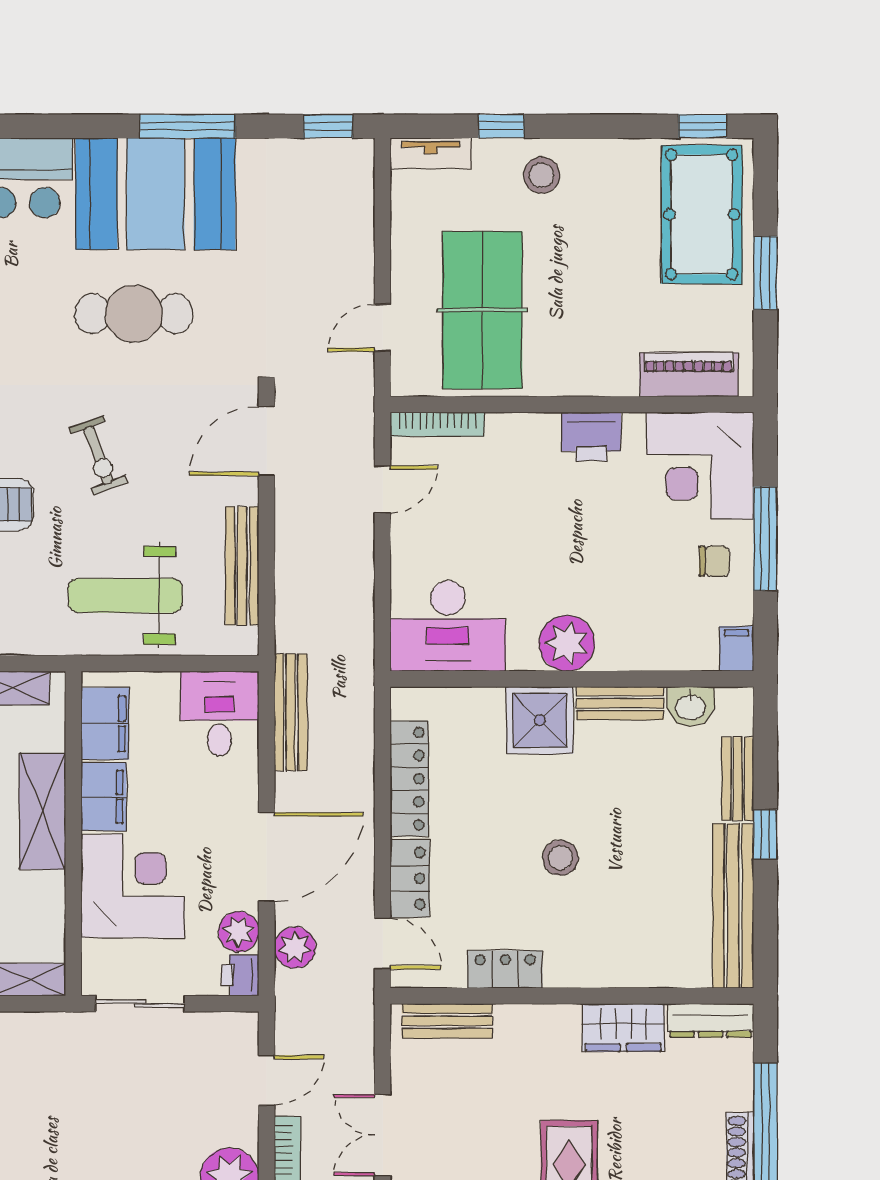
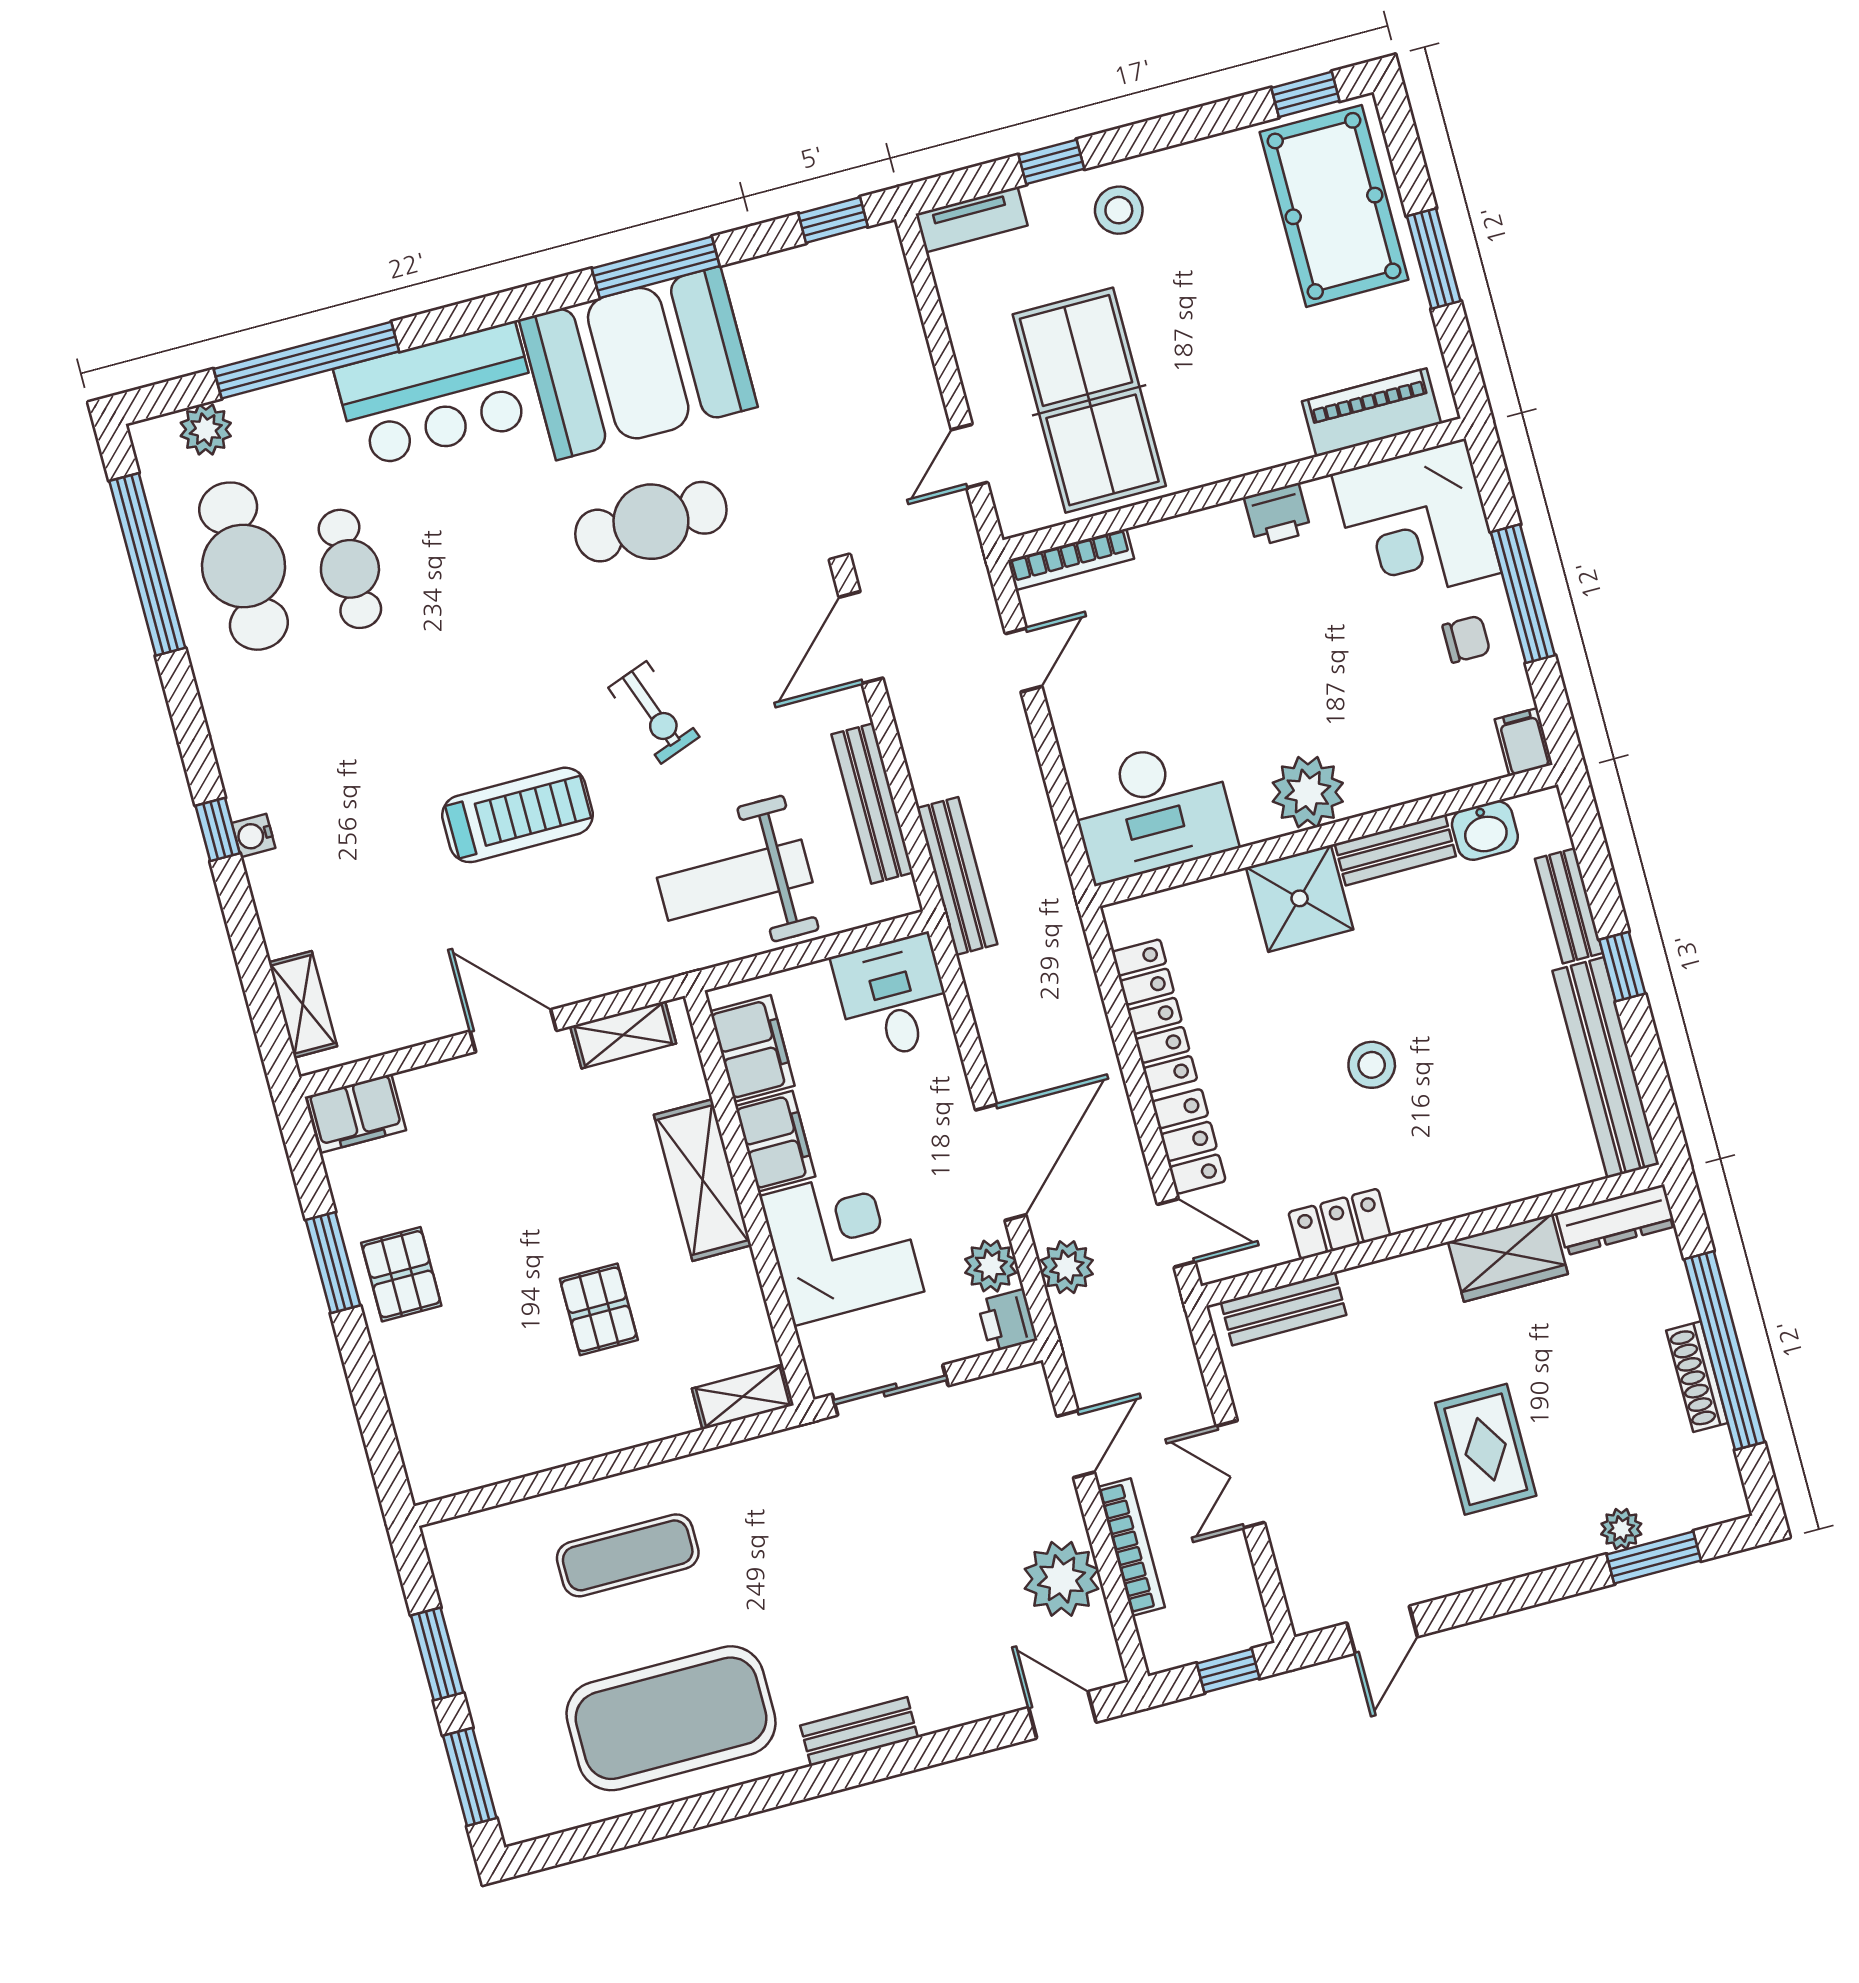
printer: (591, 437) -> (1278, 515), width x0.73, depth x0.81
bench: (291, 712) -> (957, 876), moved

